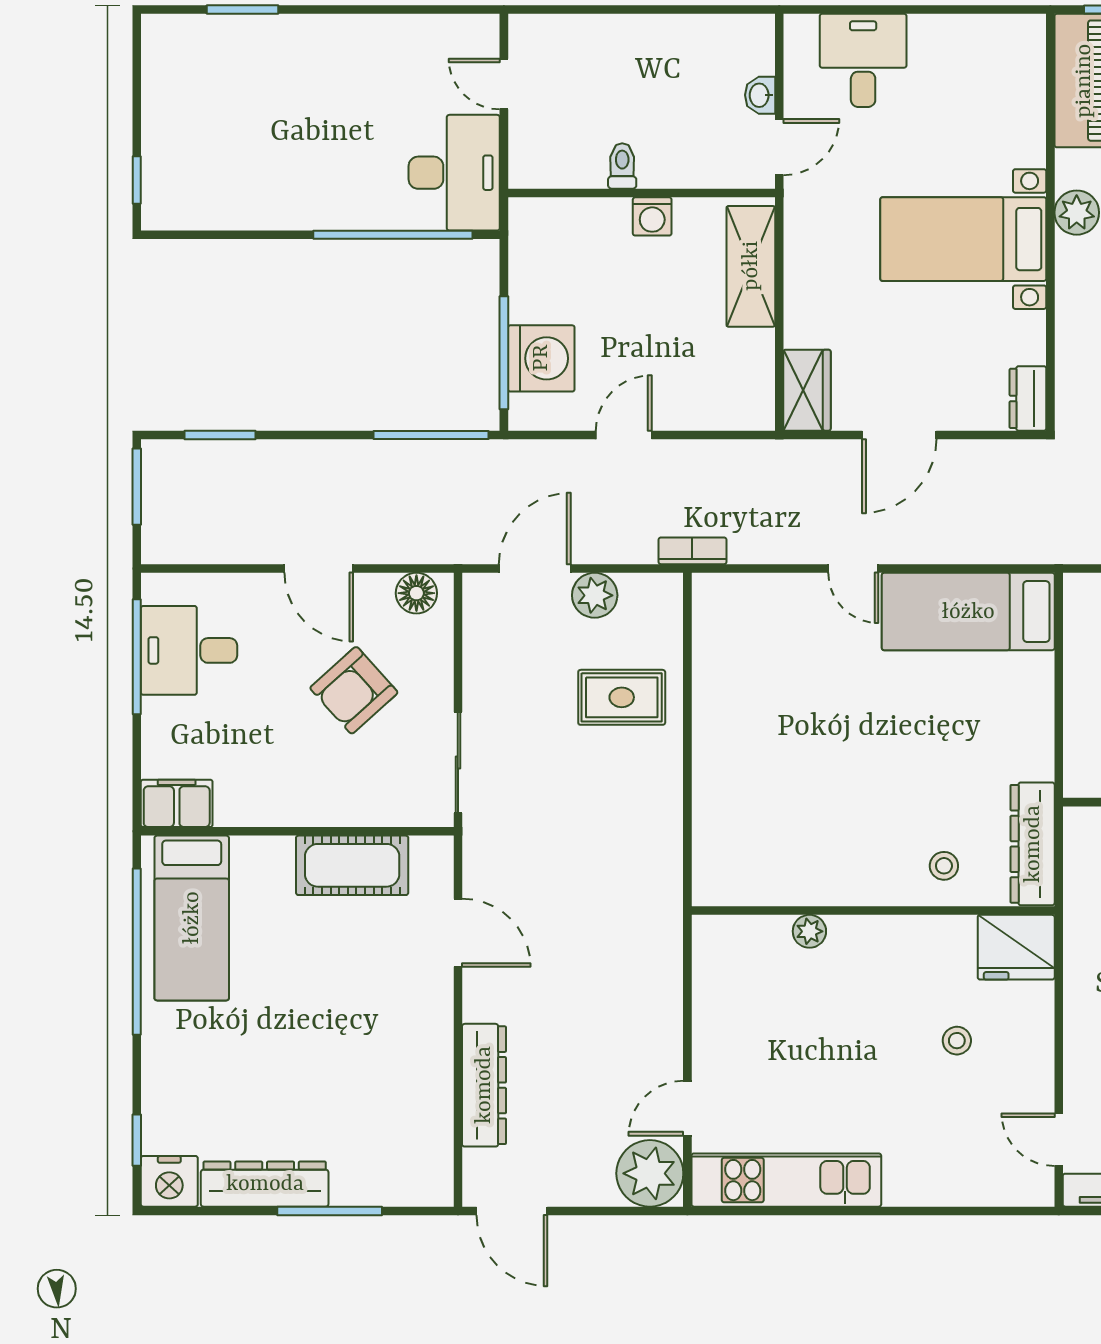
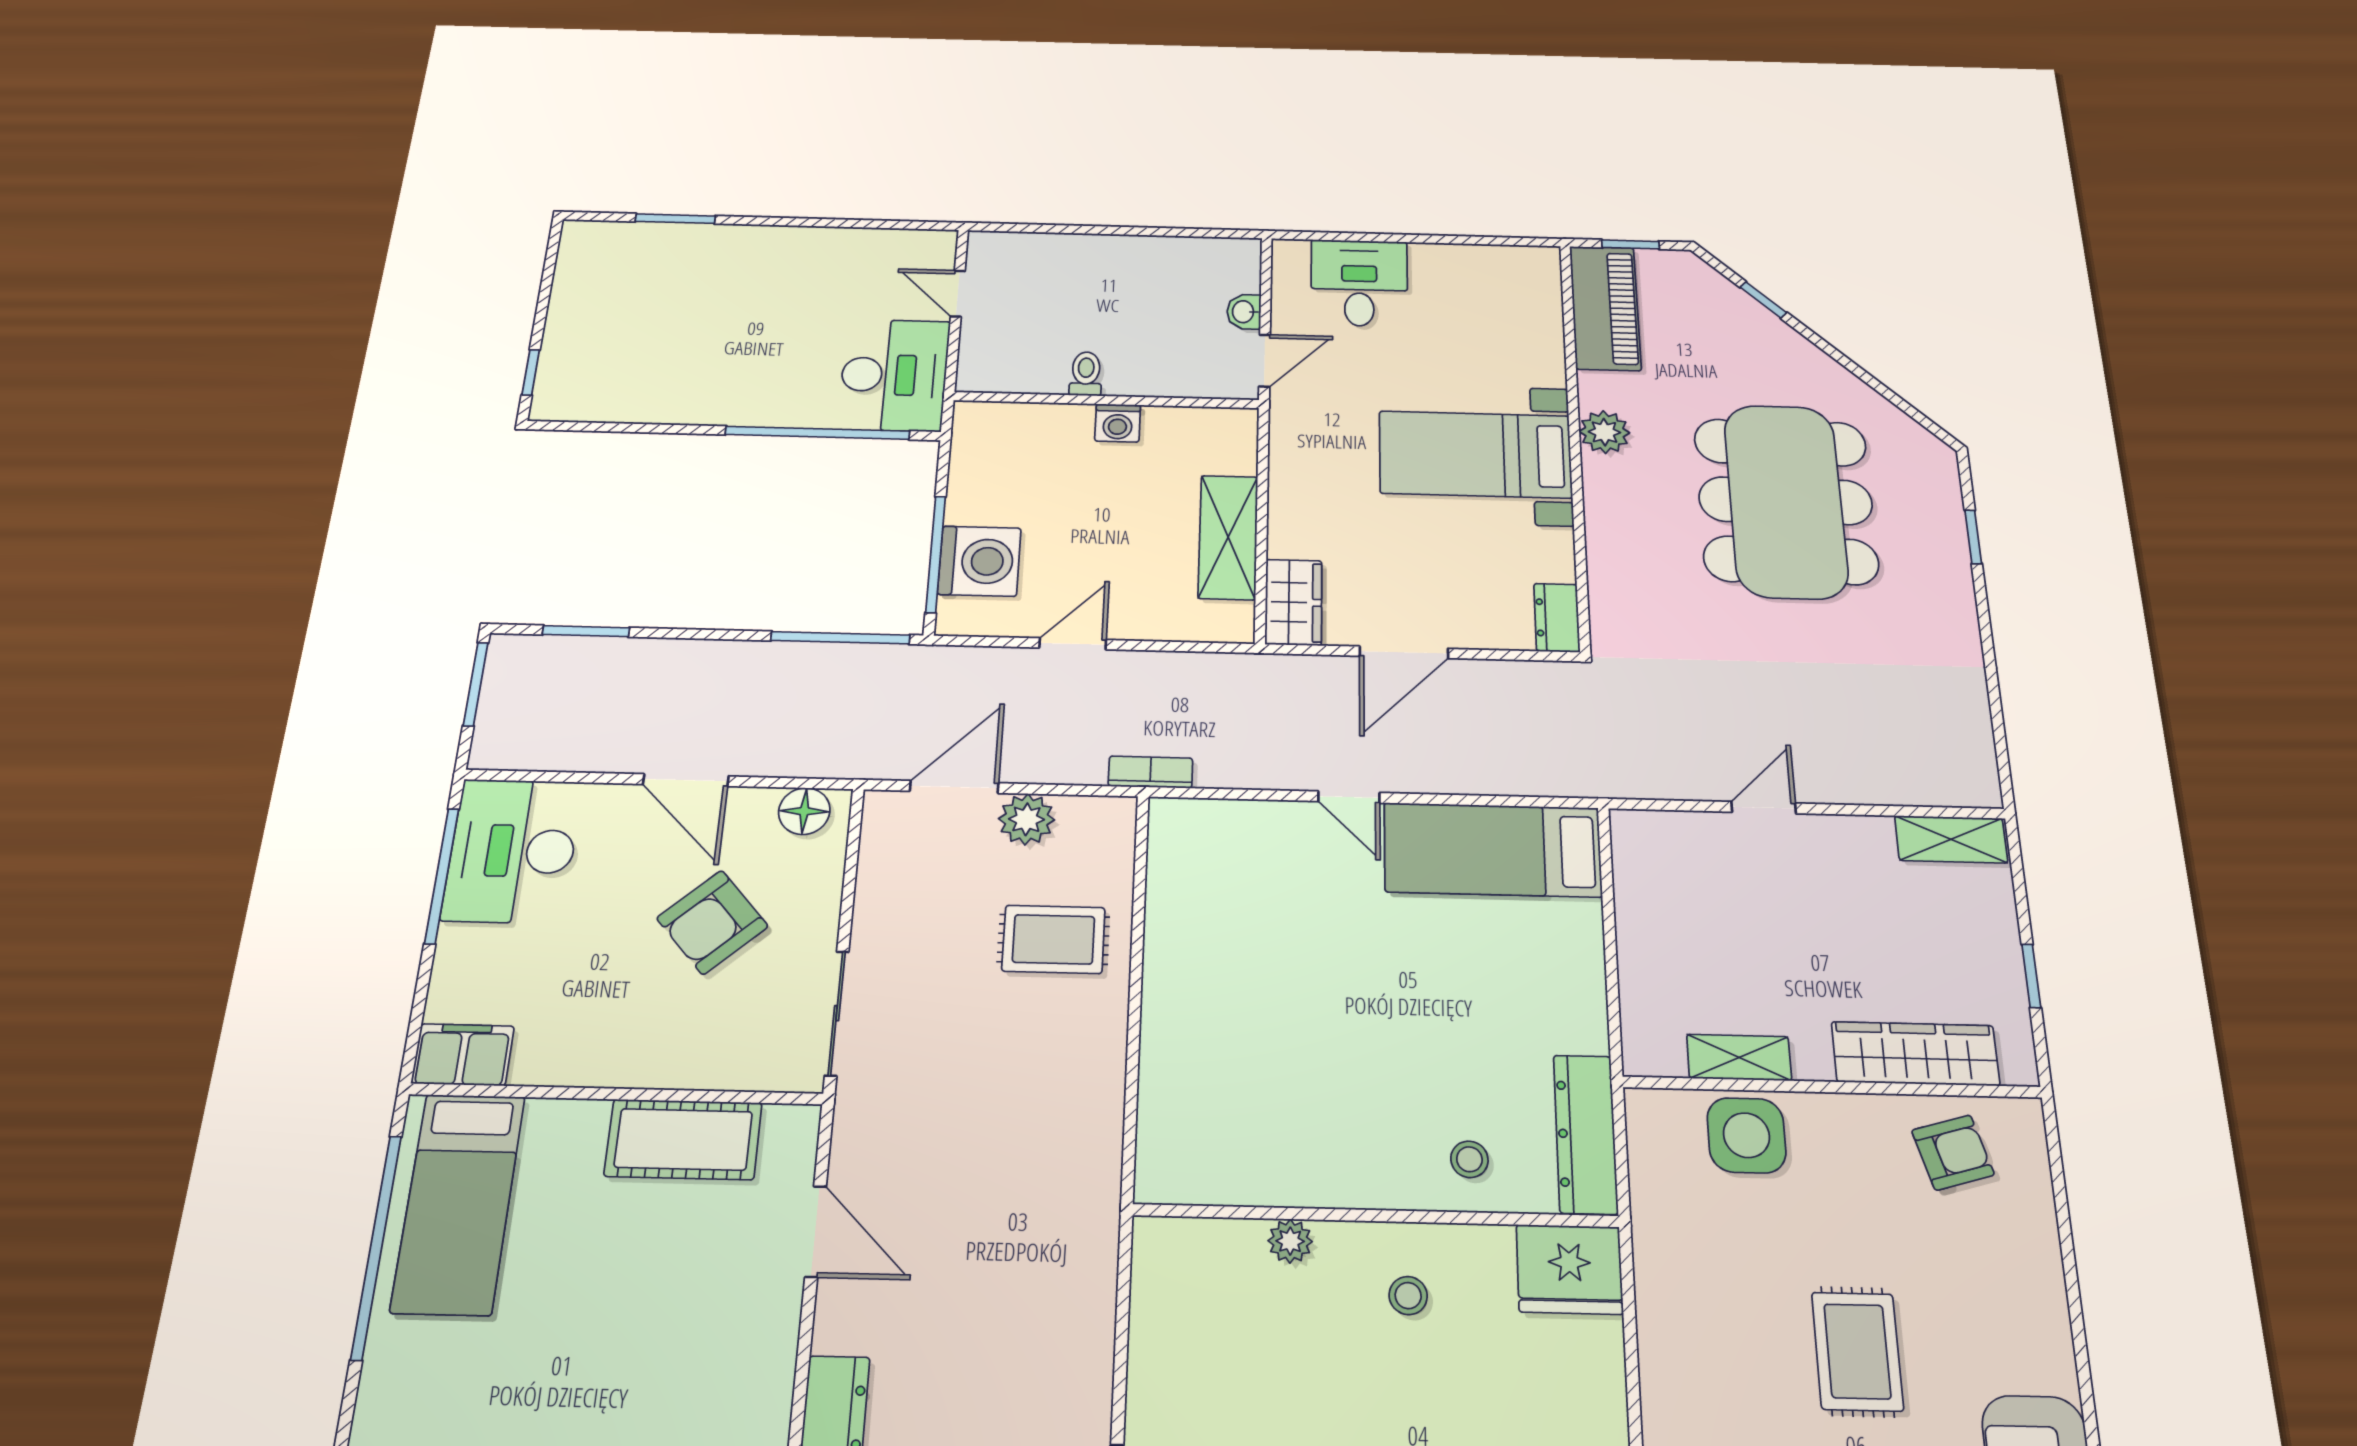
shelving: (751, 266) -> (1228, 537), moved
desk: (189, 650) -> (512, 851), width x1.37
stool: (957, 1041) -> (1408, 1296), moved

